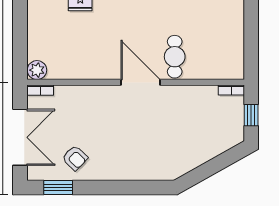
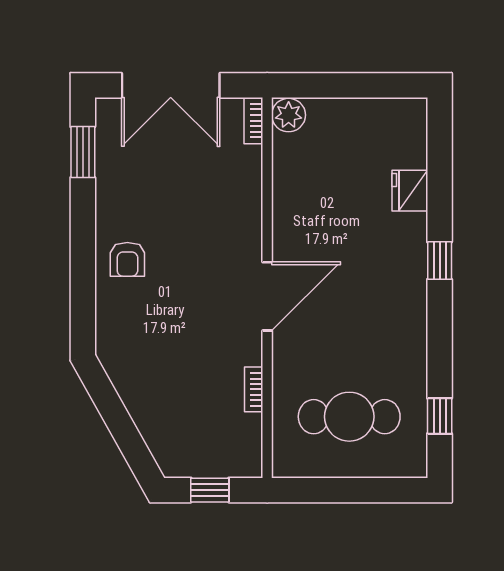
cafe table: (175, 57) -> (349, 417), moved, width x1.37, depth x1.35
bookcase: (231, 90) -> (254, 389), moved
armchair: (75, 158) -> (127, 259), moved, turned -44

